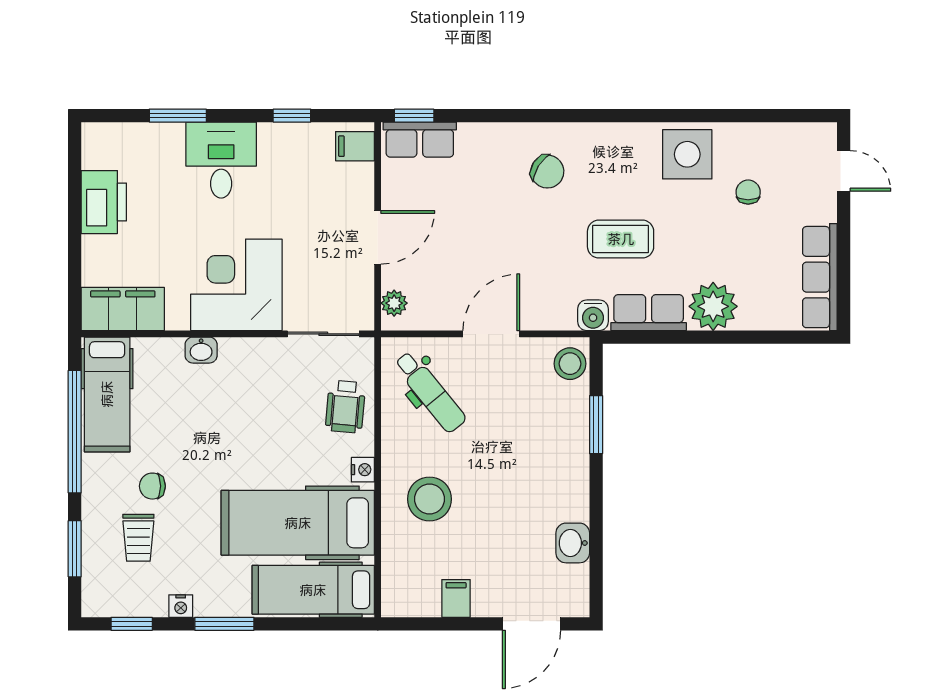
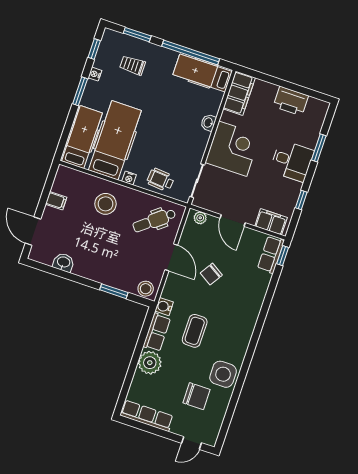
filing cabinet: (355, 146) -> (271, 222), width x2.00
chair: (547, 172) -> (211, 274), moved
chair: (748, 192) -> (197, 396), width x1.87, depth x1.87
chair: (152, 486) -> (154, 80), removed

